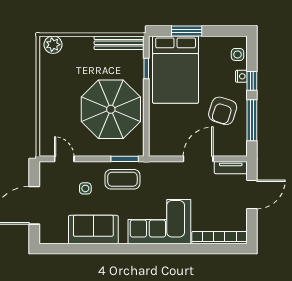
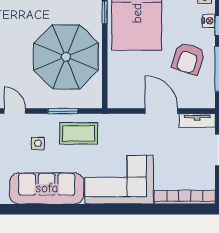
window: (125, 159) -> (63, 111), moved
door: (198, 159) -> (161, 111), hinge flipped
sofa: (93, 230) -> (47, 188), width x1.36

